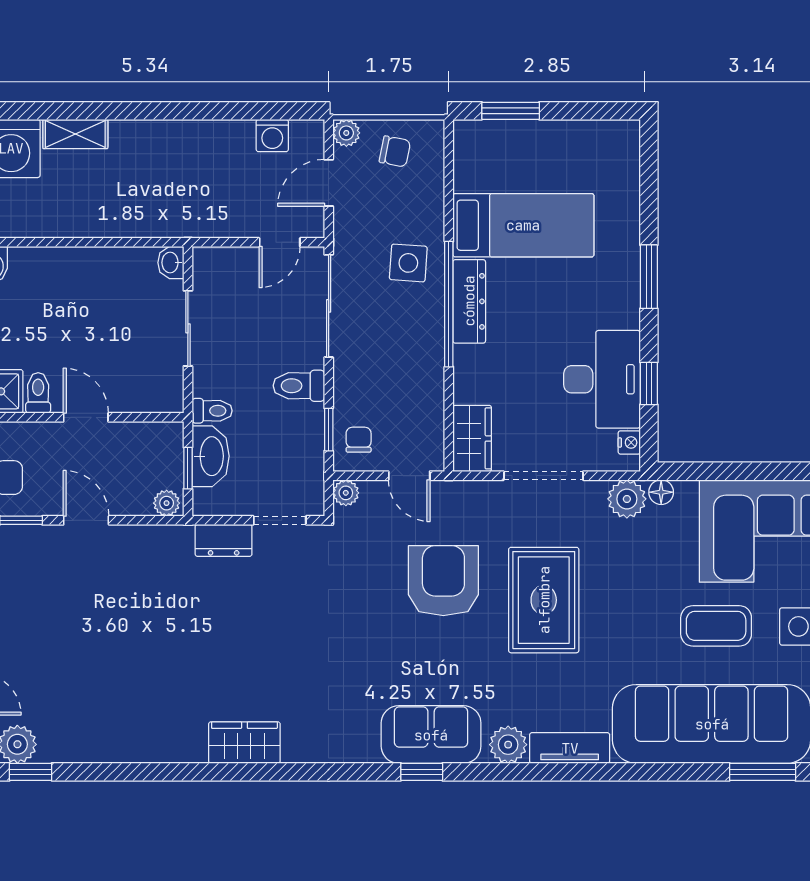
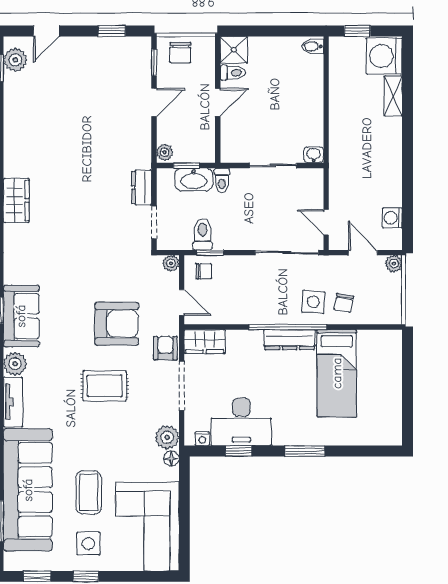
window: (511, 111) -> (408, 365), removed
chair: (395, 151) -> (344, 303), moved
toilet: (299, 386) -> (203, 234), moved
door: (409, 476) -> (182, 303), swing flipped
armchair: (483, 502) -> (165, 348), added
rug: (544, 600) -> (105, 386), width x0.73, depth x0.70

